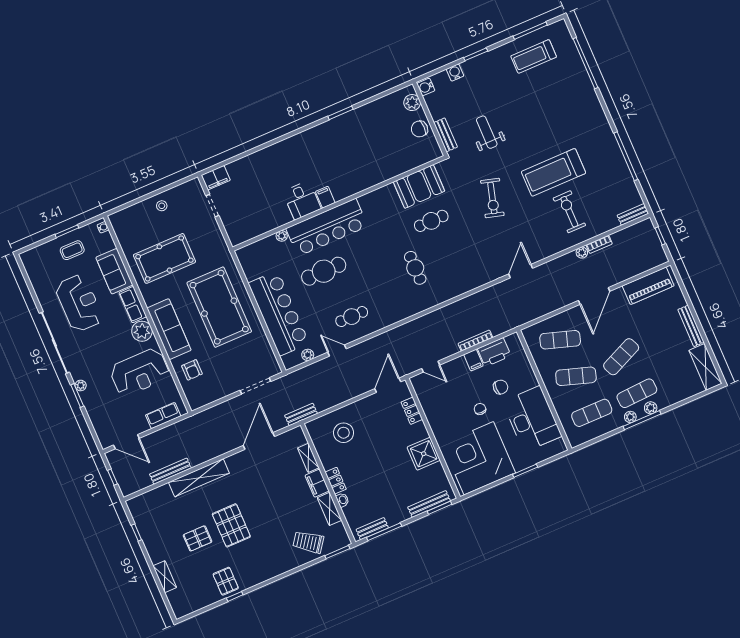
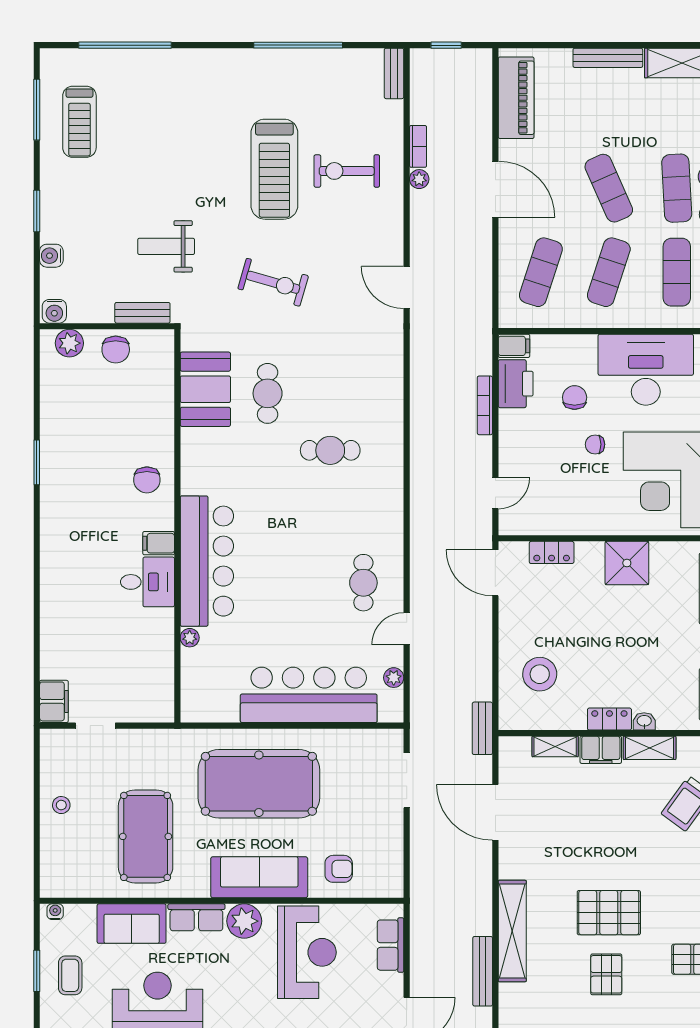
chair: (357, 176) -> (147, 480), added
cafe table: (324, 271) -> (273, 596), removed
filing cabinet: (473, 360) -> (514, 346), moved

